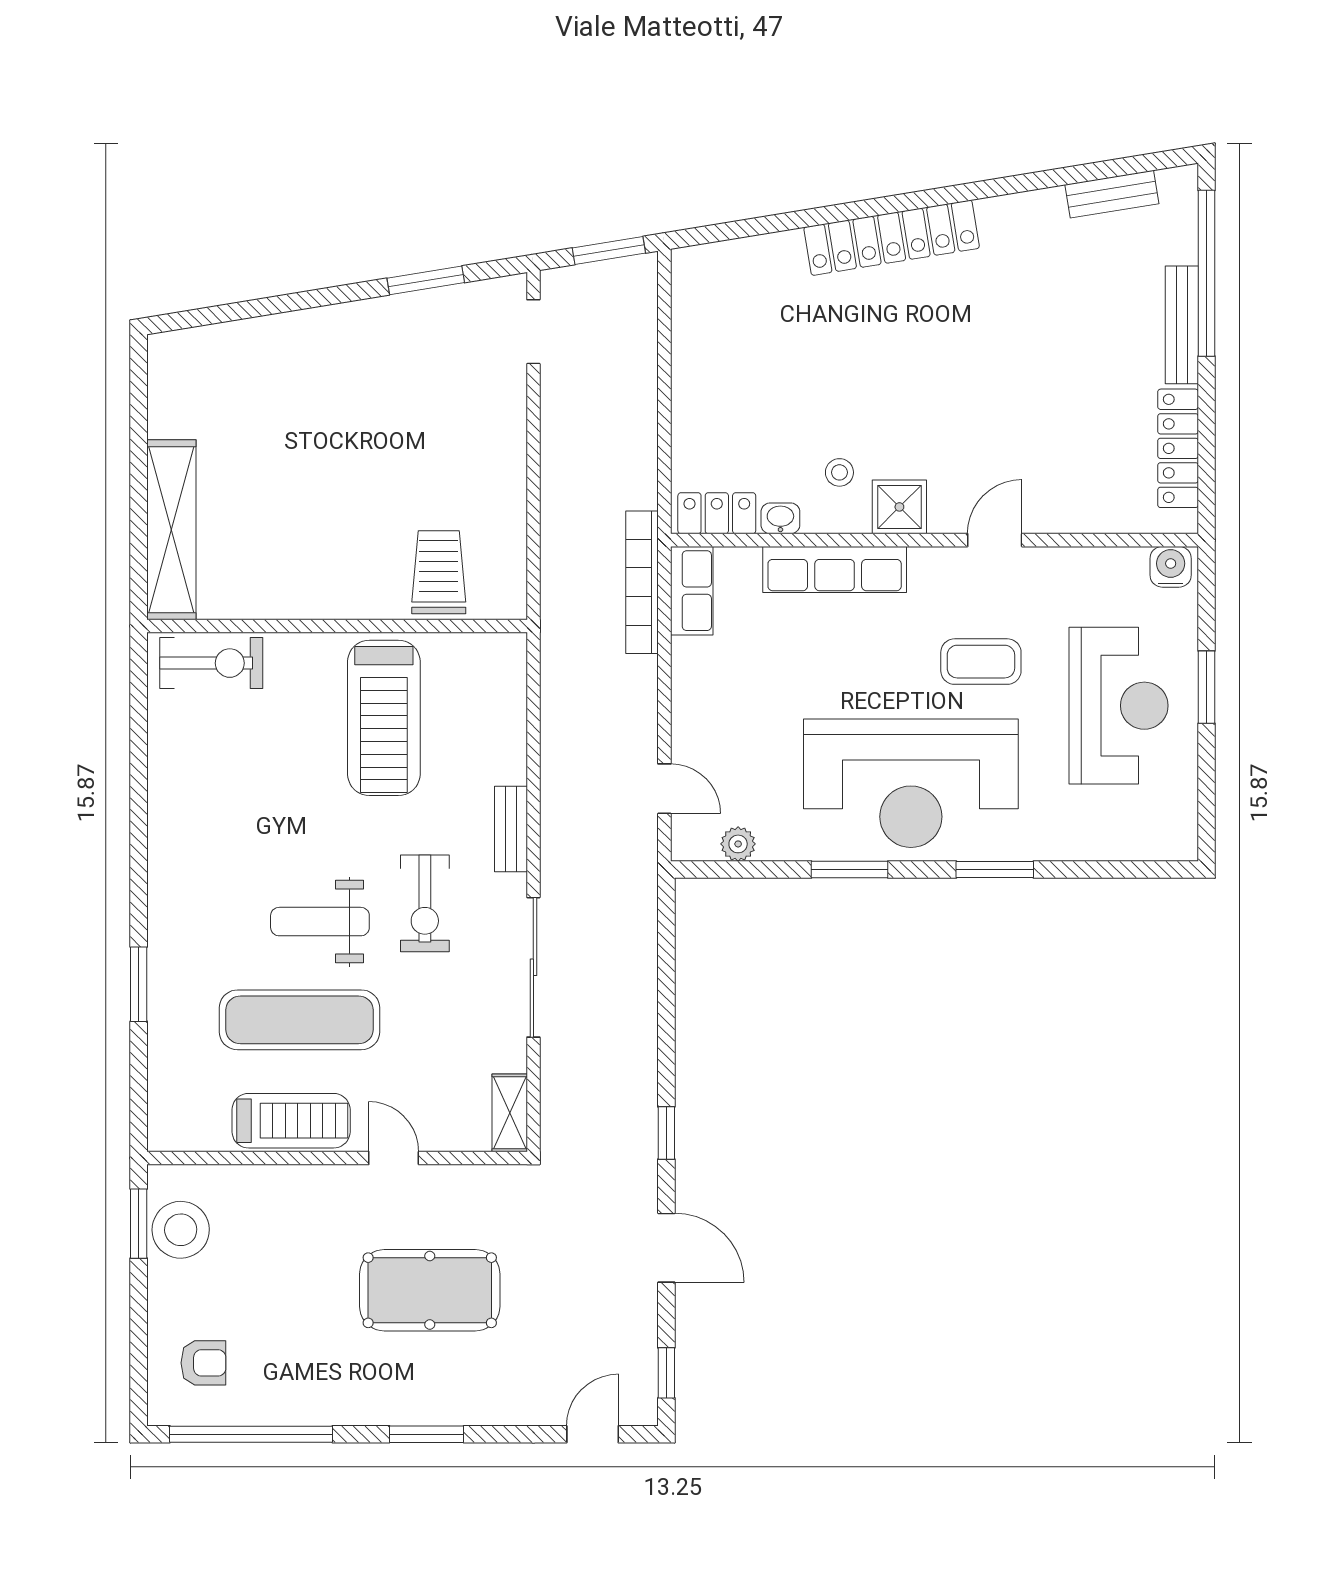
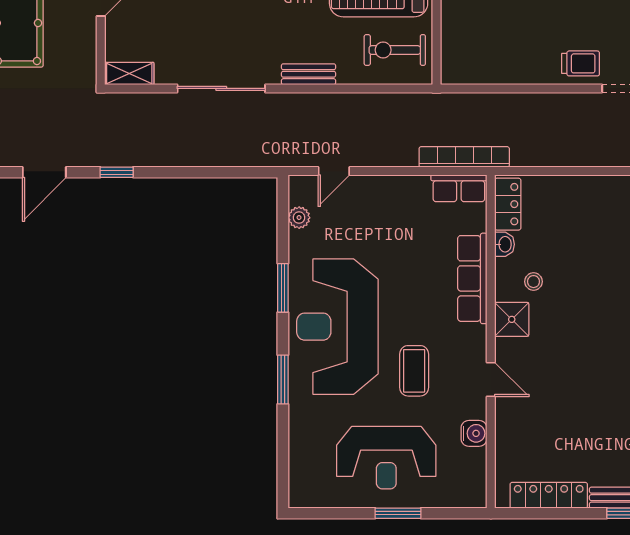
water cooler: (1171, 567) -> (474, 433), moved
trolley: (439, 572) -> (581, 63), moved, width x0.73, depth x0.72
exercise bike: (425, 903) -> (395, 50), moved

